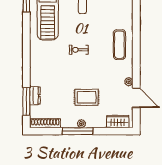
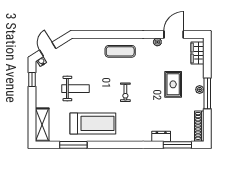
dresser: (35, 96) -> (161, 136), moved

